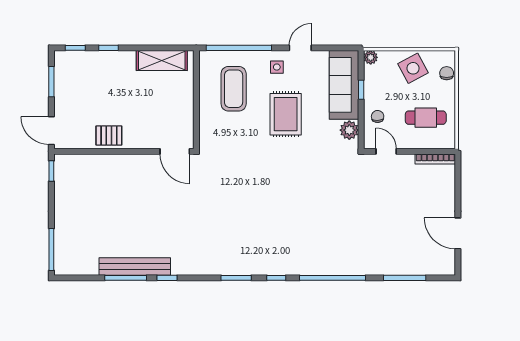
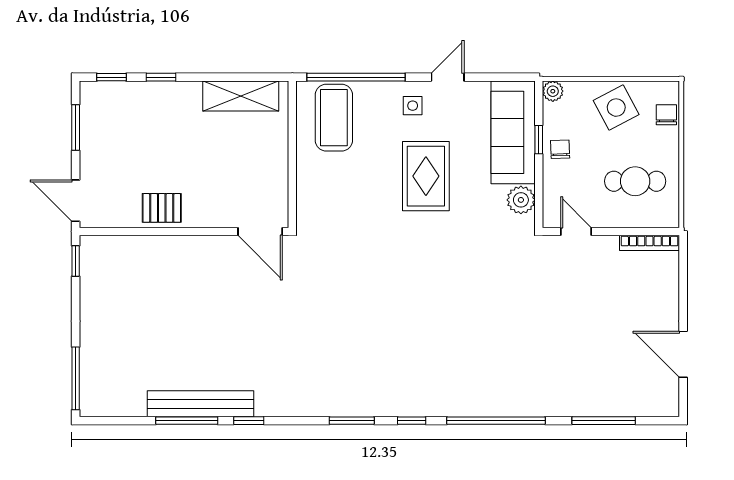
coffee table: (234, 89) -> (334, 118), moved
chair: (378, 116) -> (560, 149), moved

